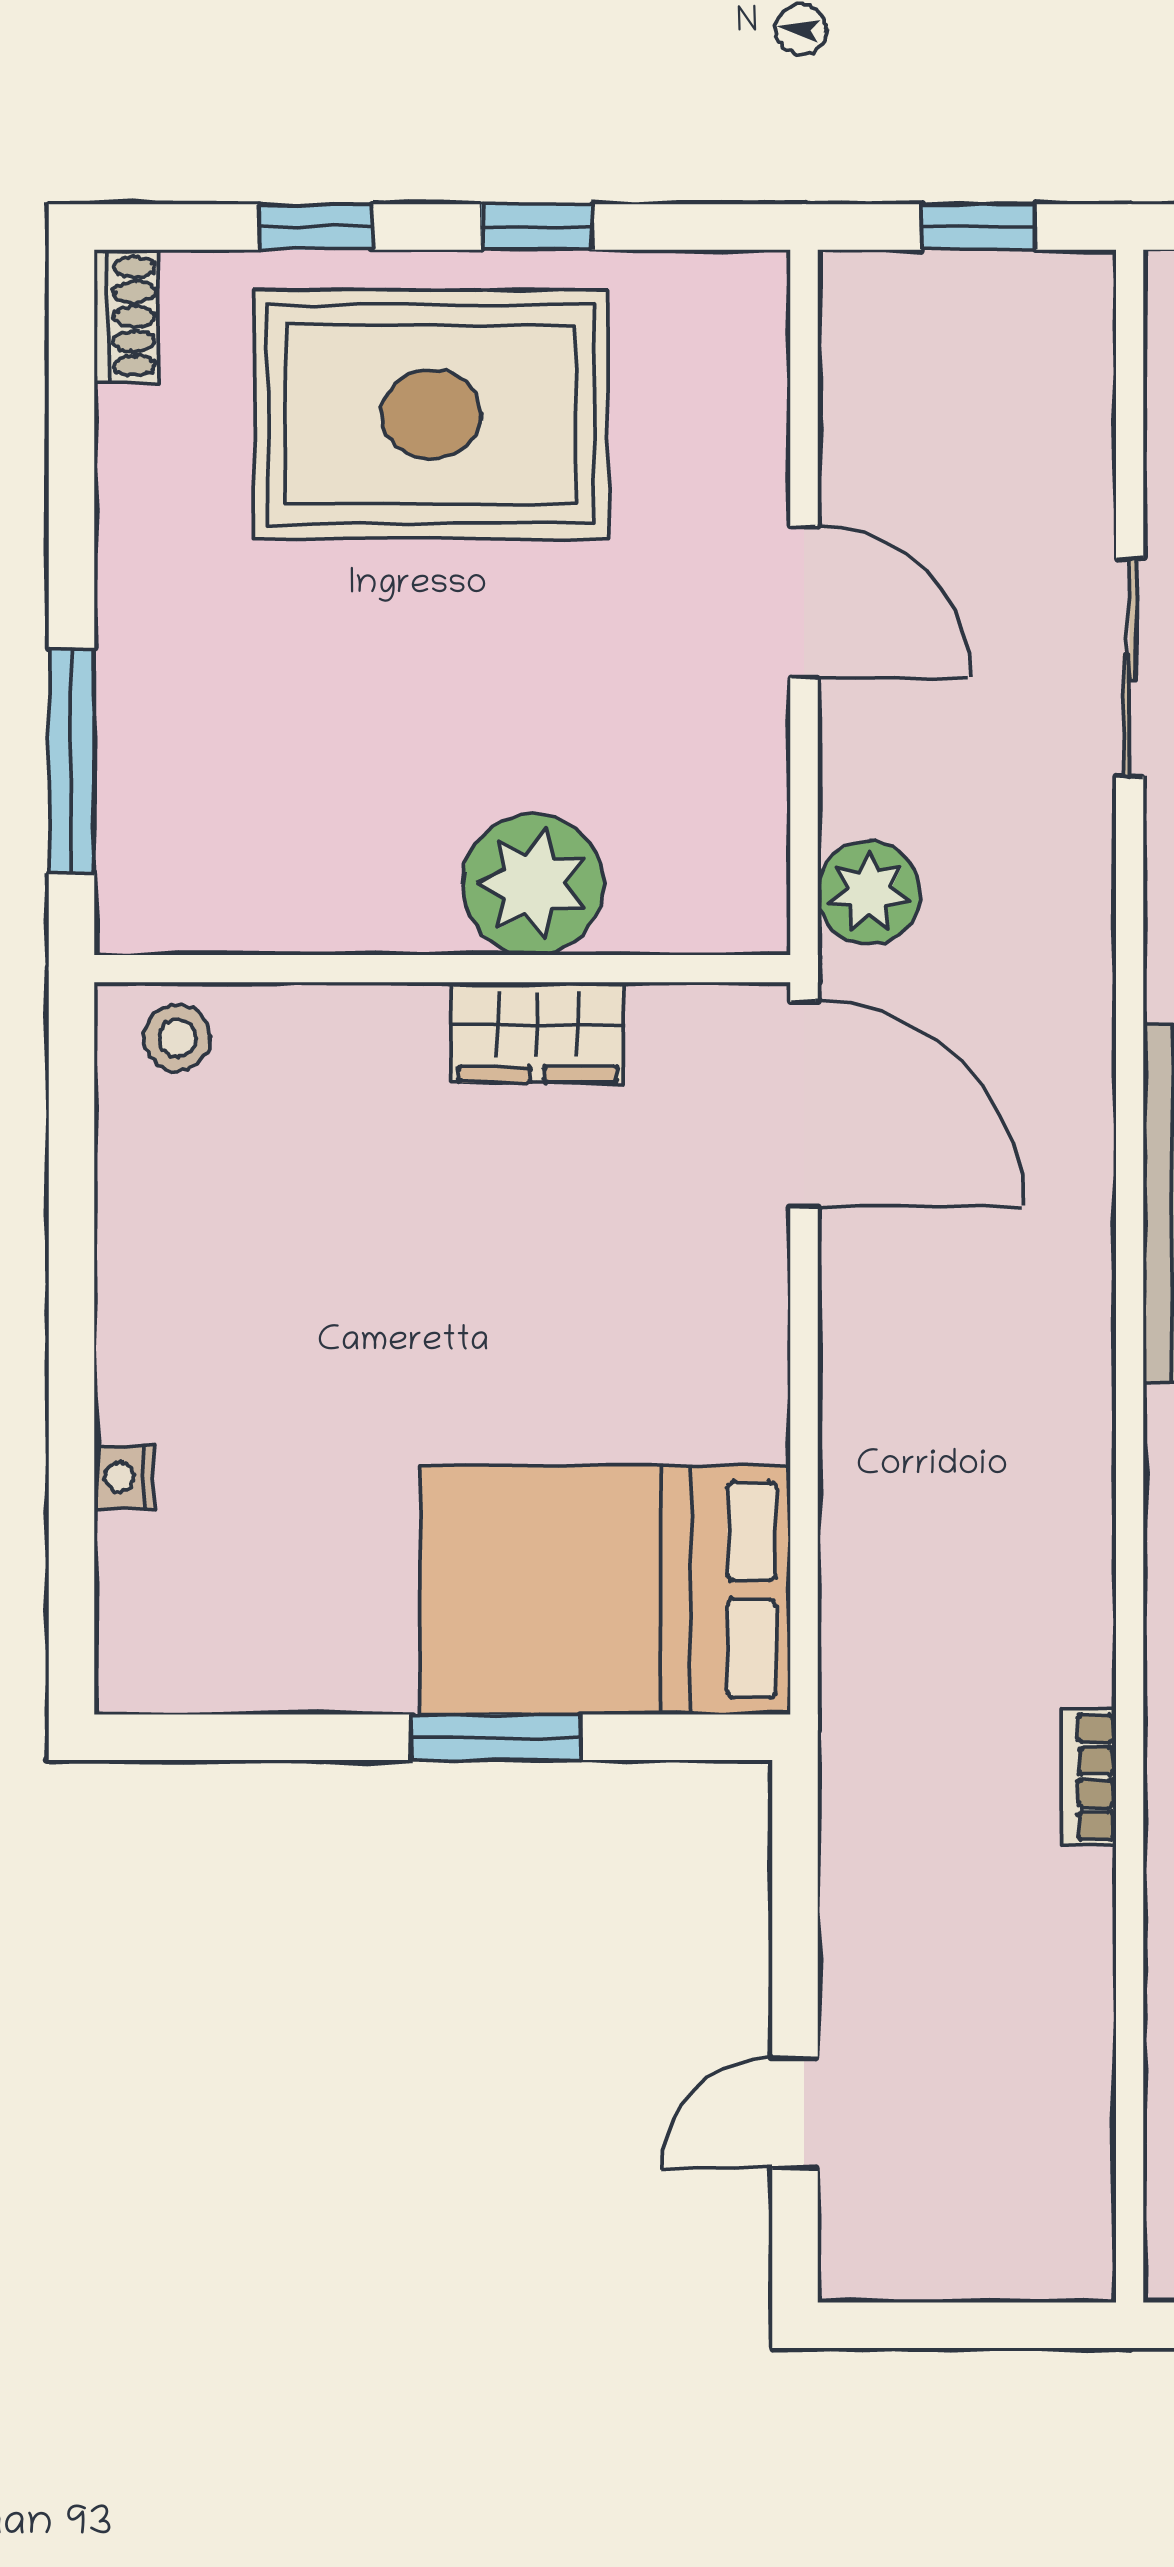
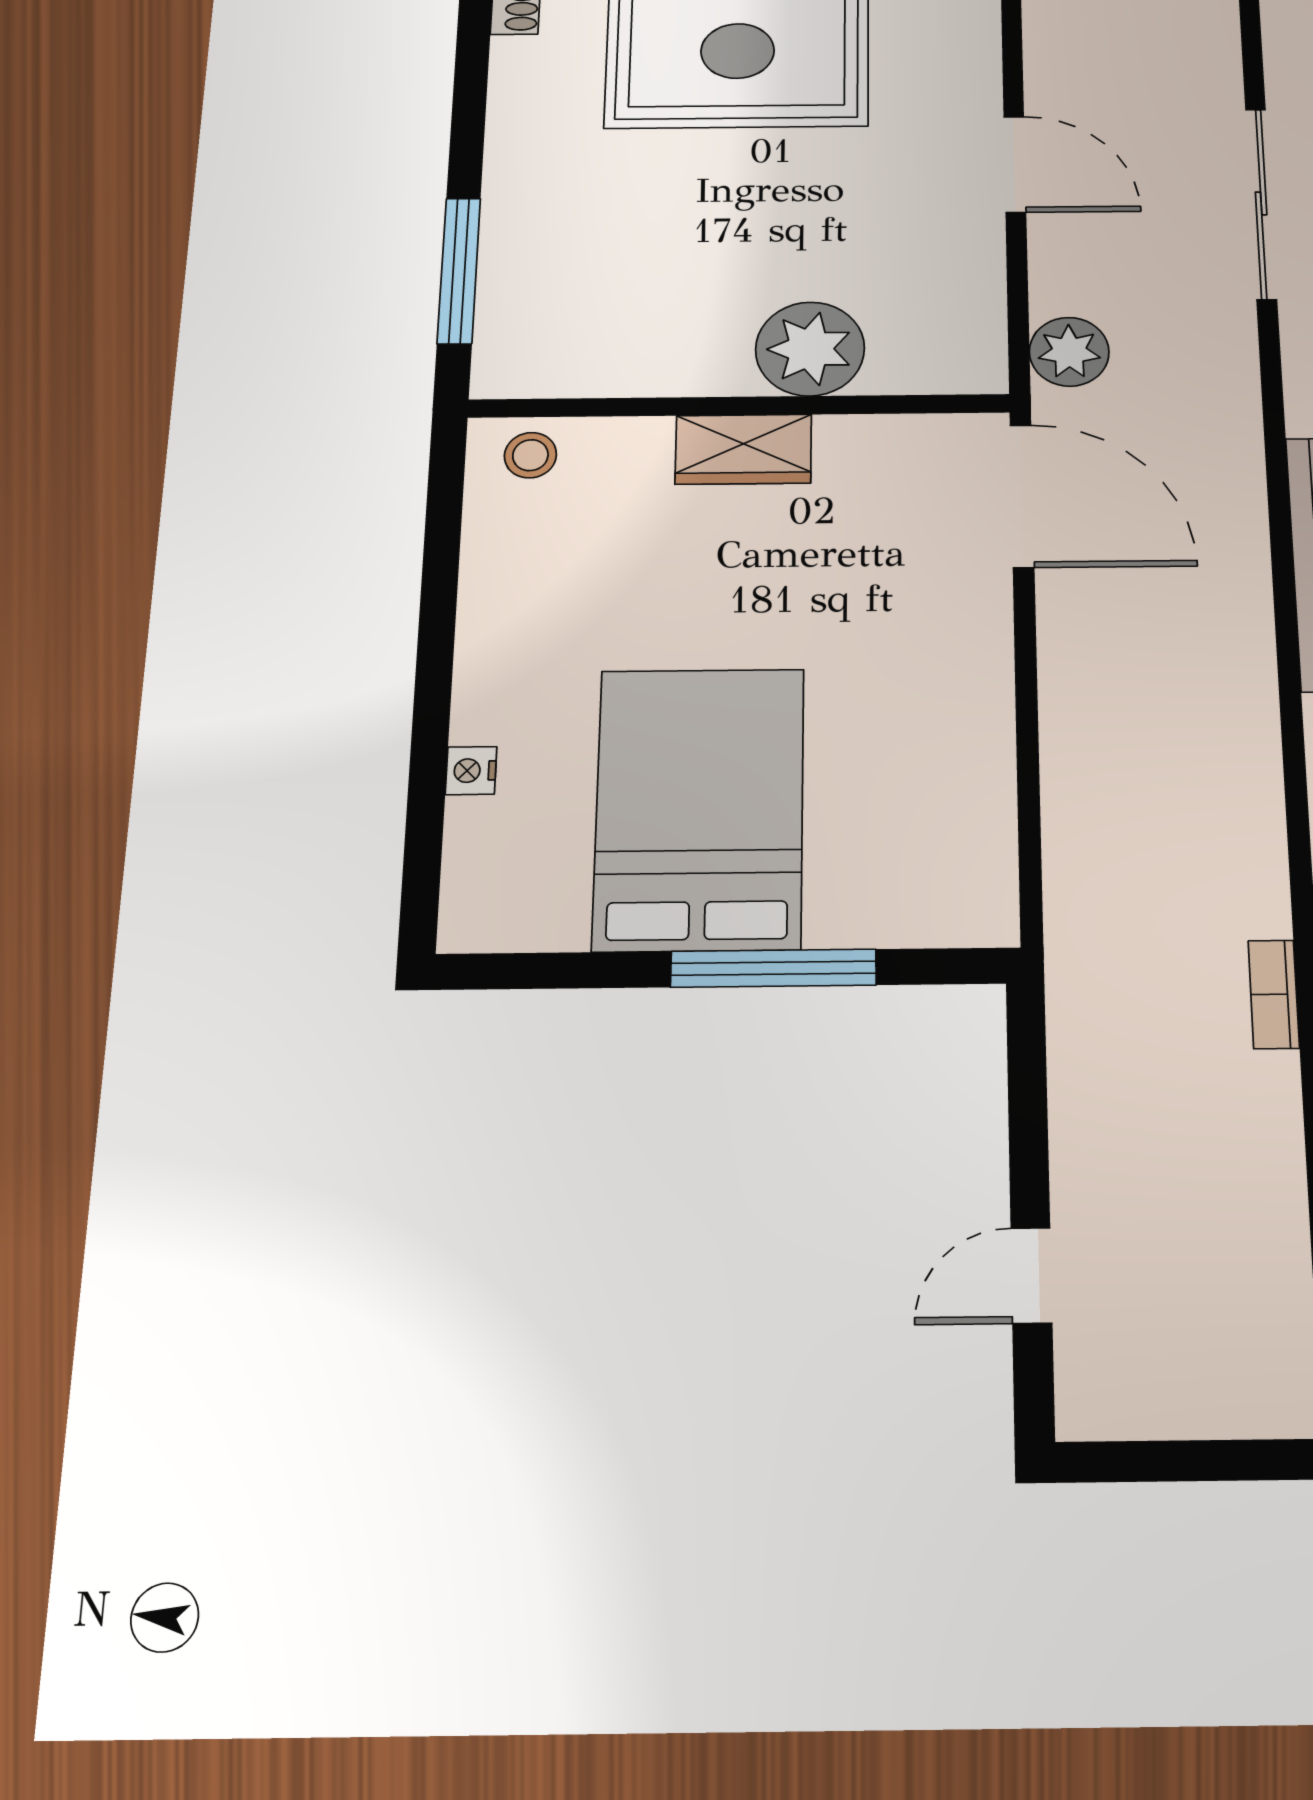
sliding door: (1130, 667) -> (1261, 203), width x1.37
wardrobe: (538, 1032) -> (743, 449), moved
bed: (606, 1590) -> (699, 808), moved, turned 90
window: (496, 1737) -> (773, 968), width x1.44

